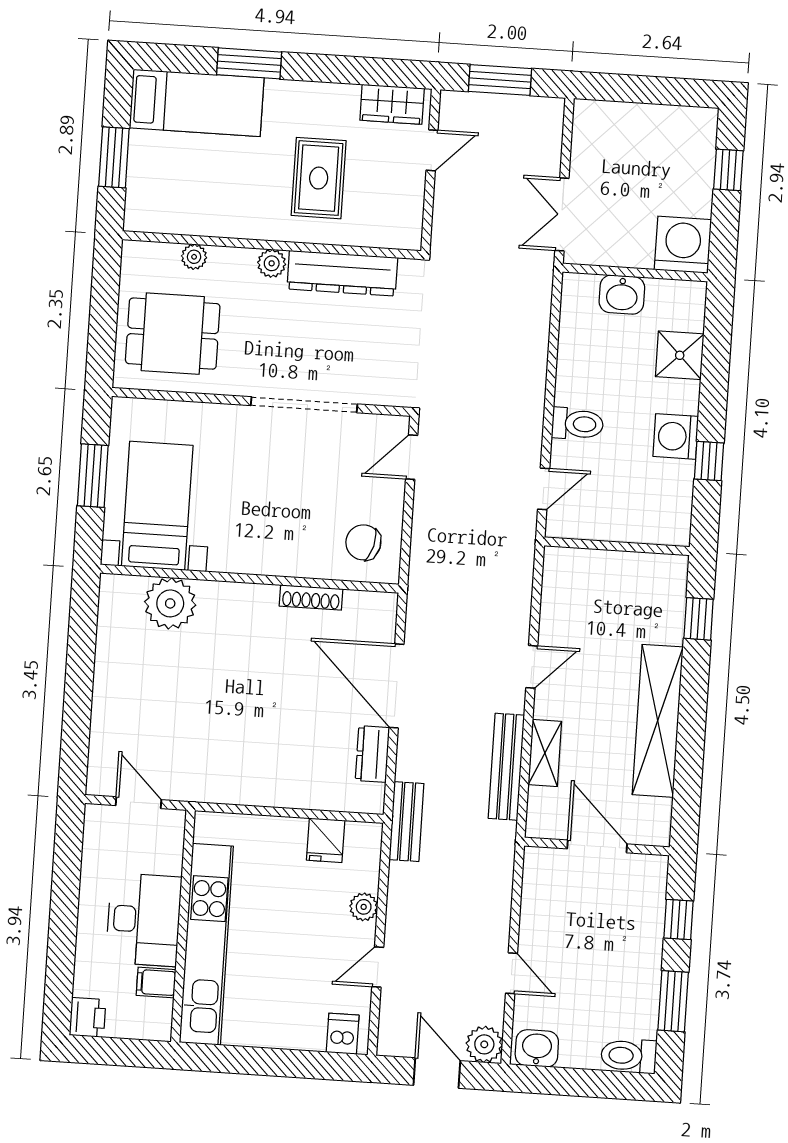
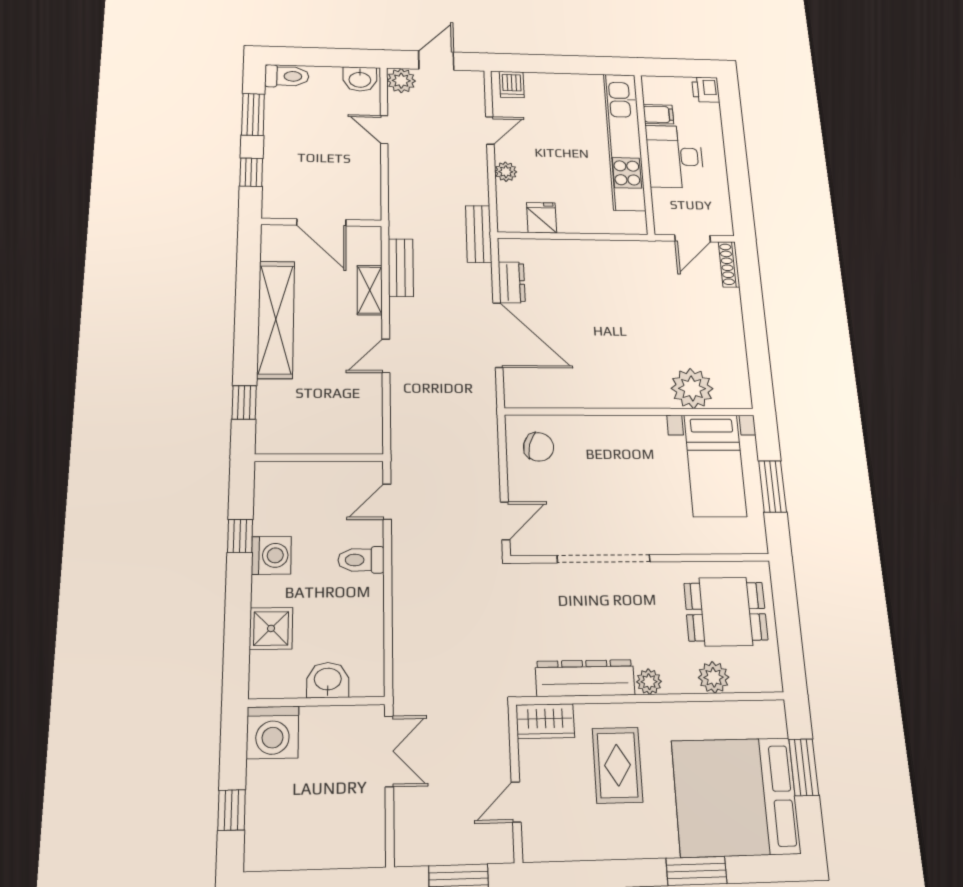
bed: (197, 103) -> (736, 797), width x2.04
wardrobe: (392, 104) -> (545, 721), moved, turned 180
plant: (194, 257) -> (714, 677), width x1.38, depth x1.38
shoe rack: (311, 597) -> (729, 264), moved, turned -90
bench: (506, 767) -> (401, 268), width x0.73
door: (139, 803) -> (693, 238), hinge flipped
door: (437, 1073) -> (436, 61), swing flipped

